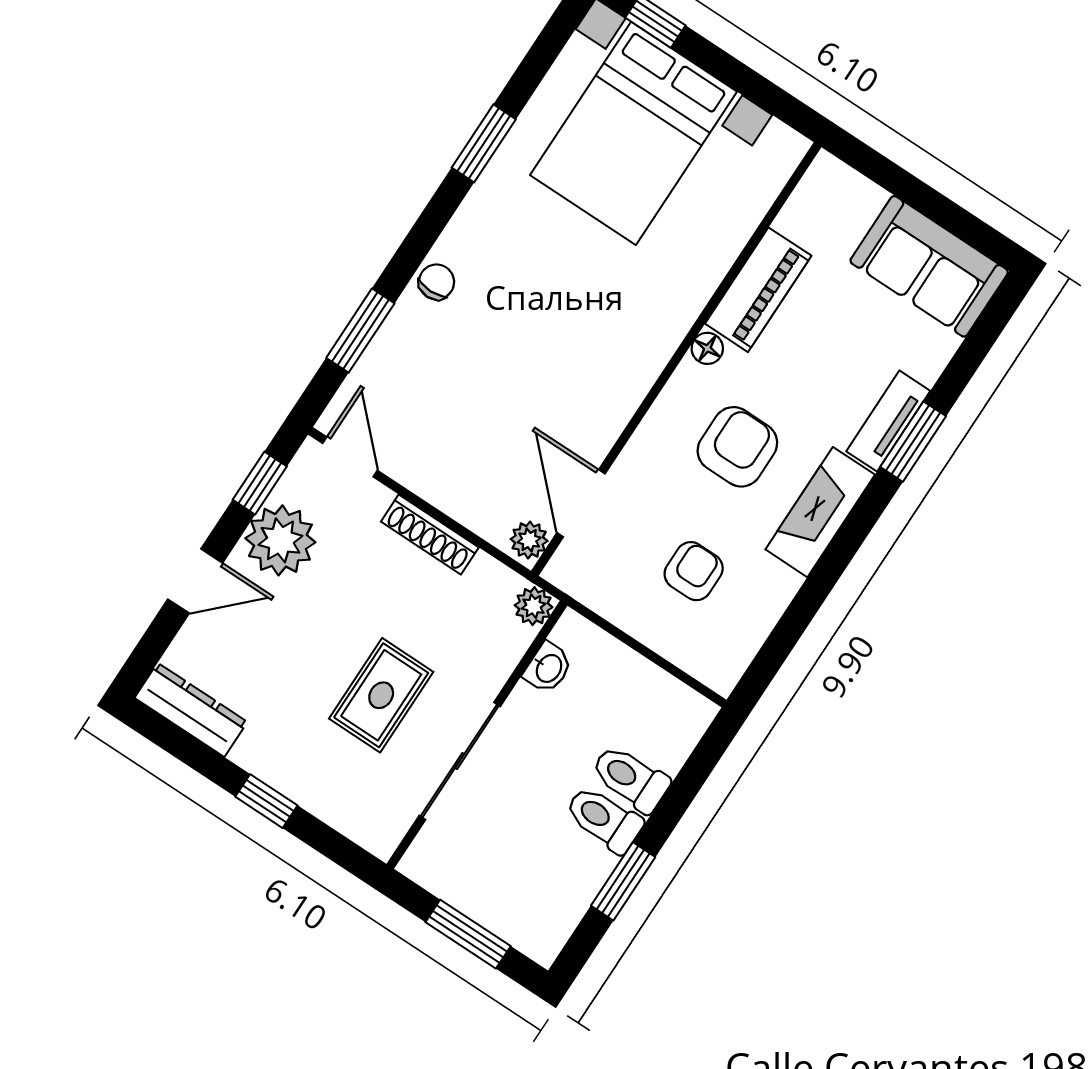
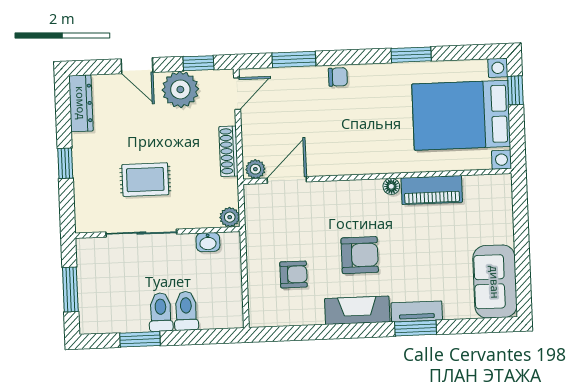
piano: (758, 290) -> (432, 190), moved
floor lamp: (707, 348) -> (391, 186), moved
wall: (676, 359) -> (377, 176), moved
door: (581, 503) -> (287, 180), moved
plant: (529, 540) -> (255, 169), moved

